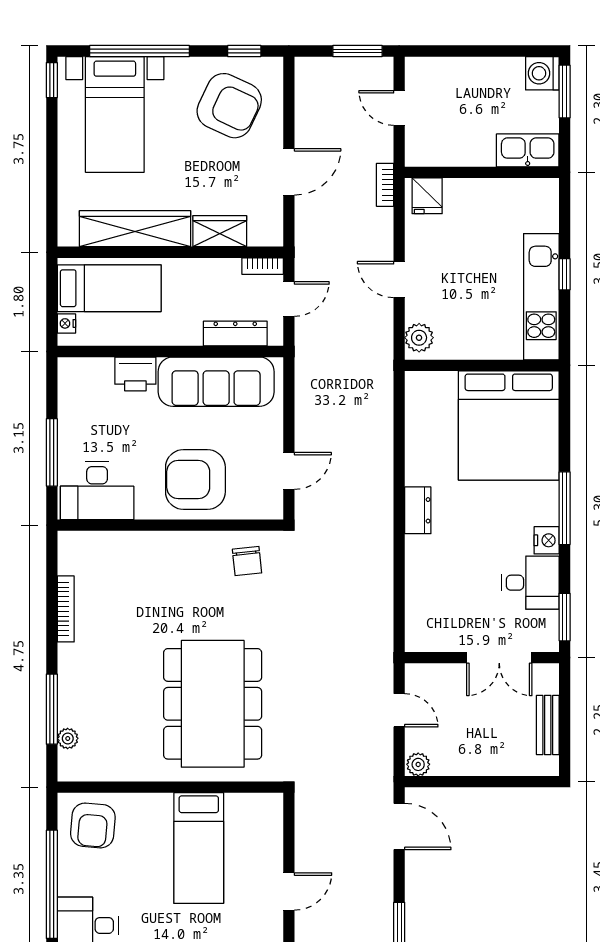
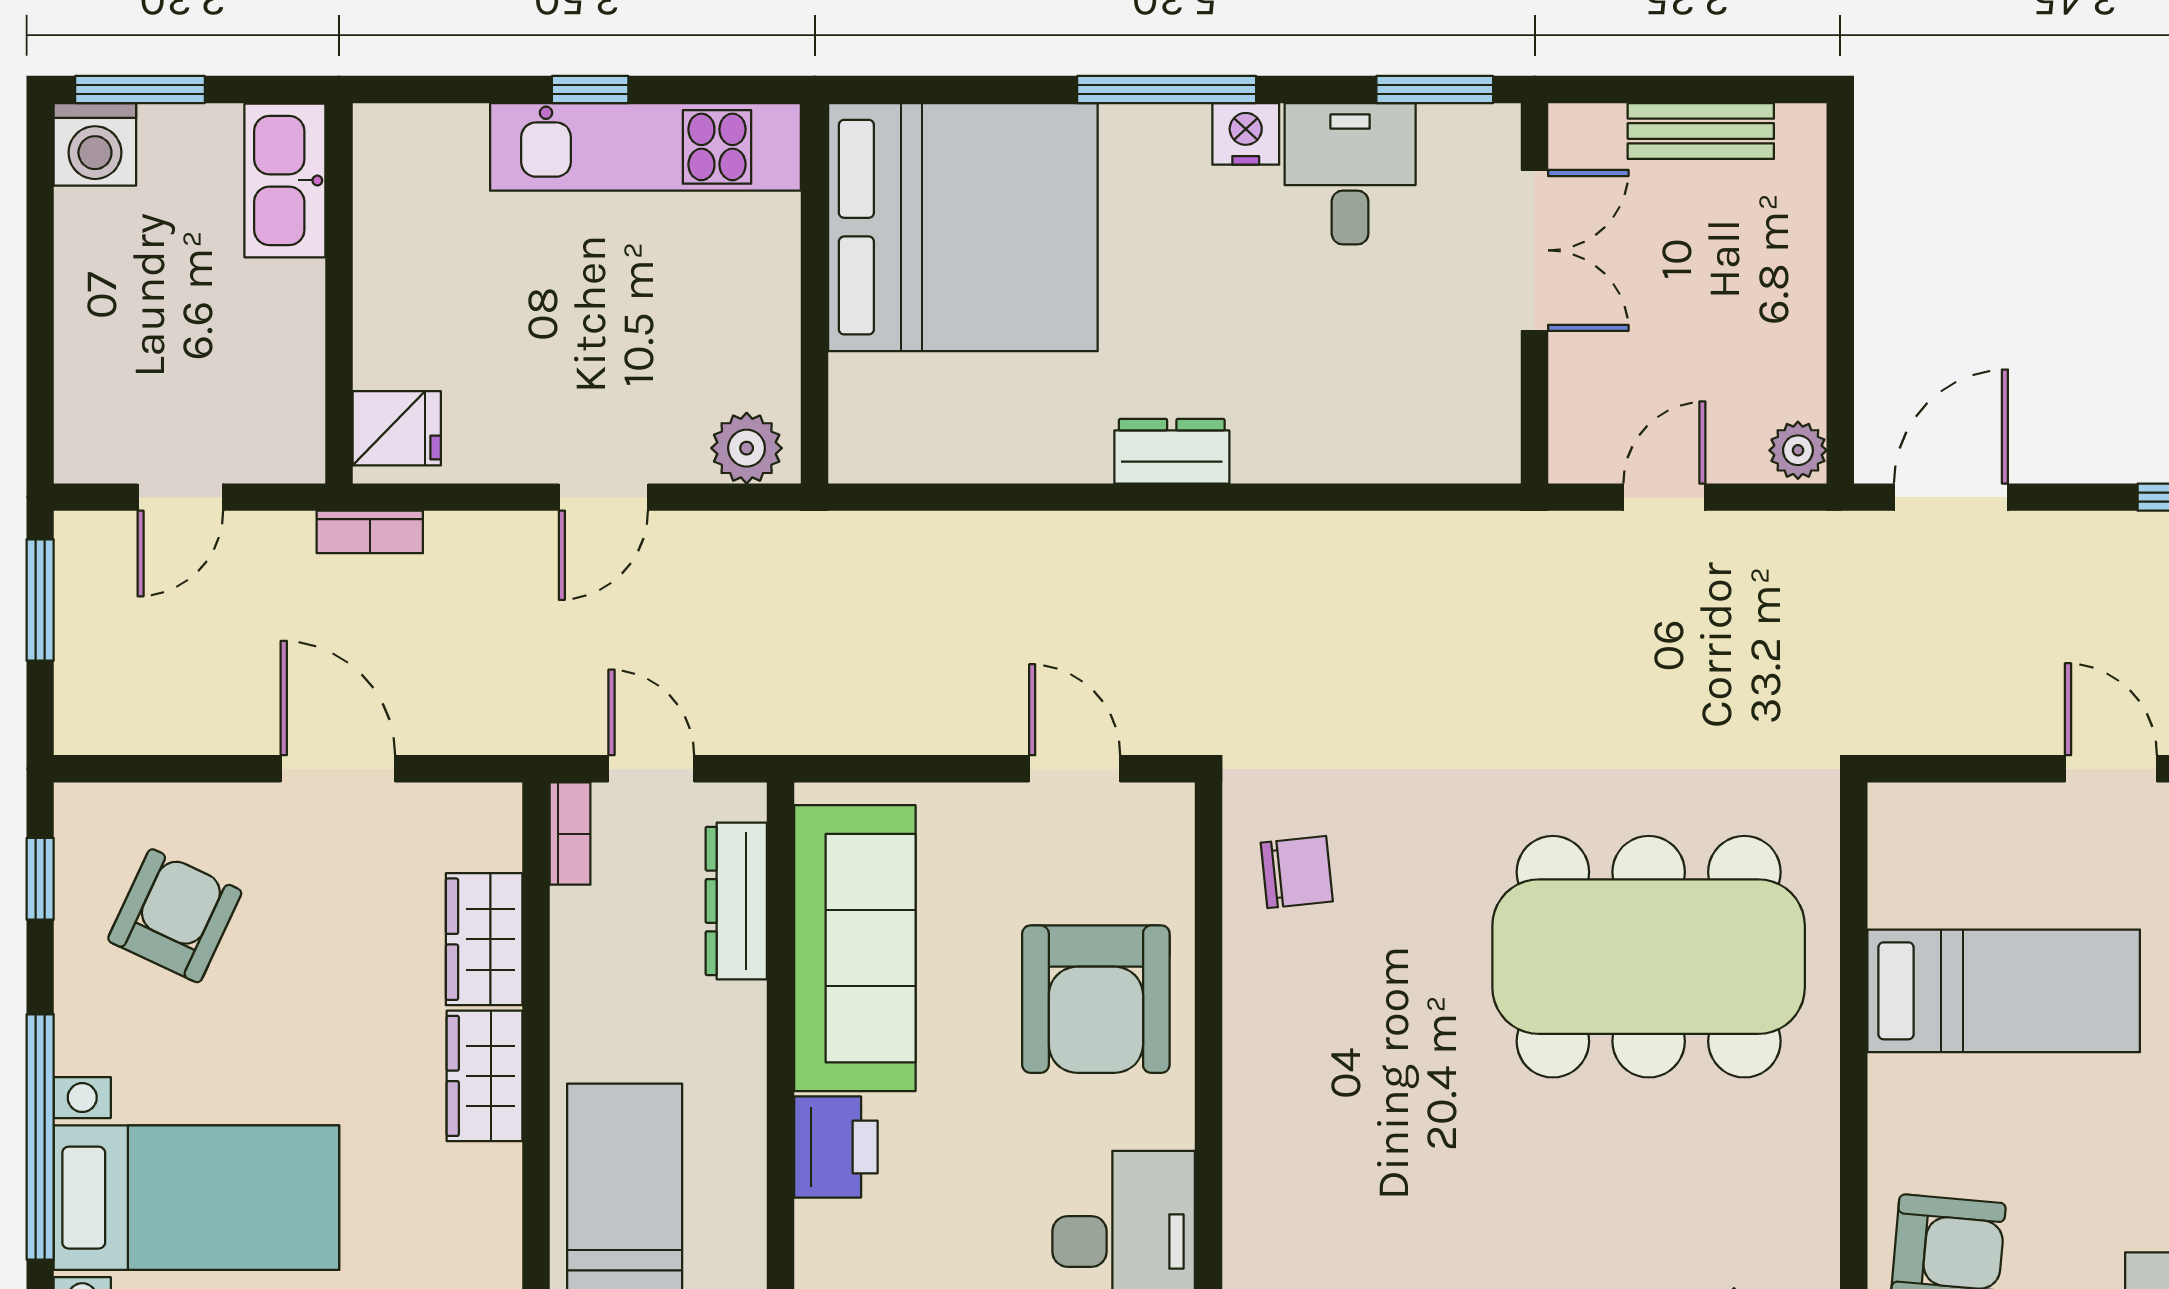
armchair: (229, 106) -> (175, 916), width x0.73, depth x0.73
wardrobe: (135, 229) -> (485, 1076), width x0.48, depth x0.85

